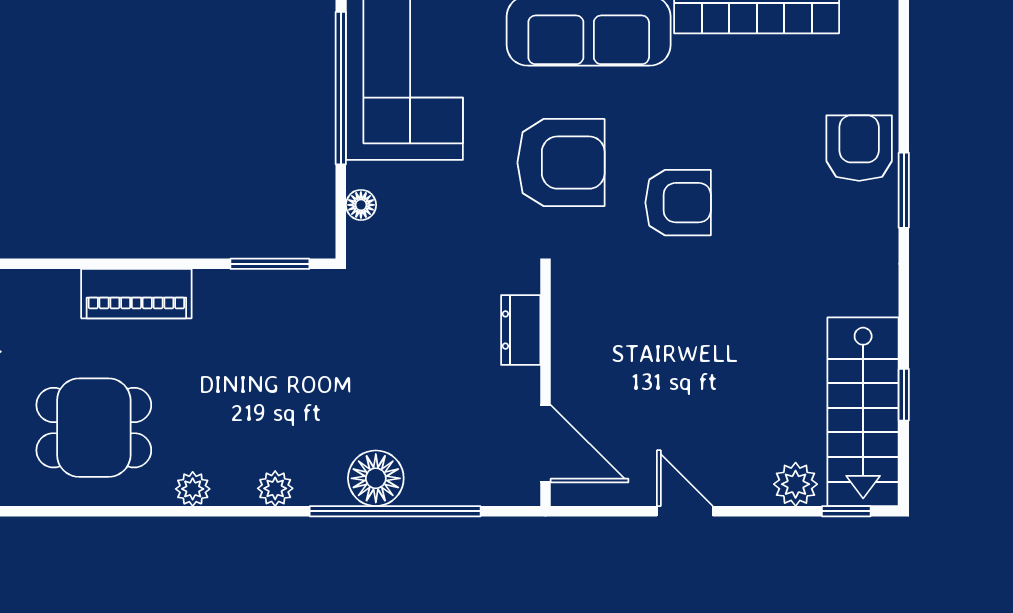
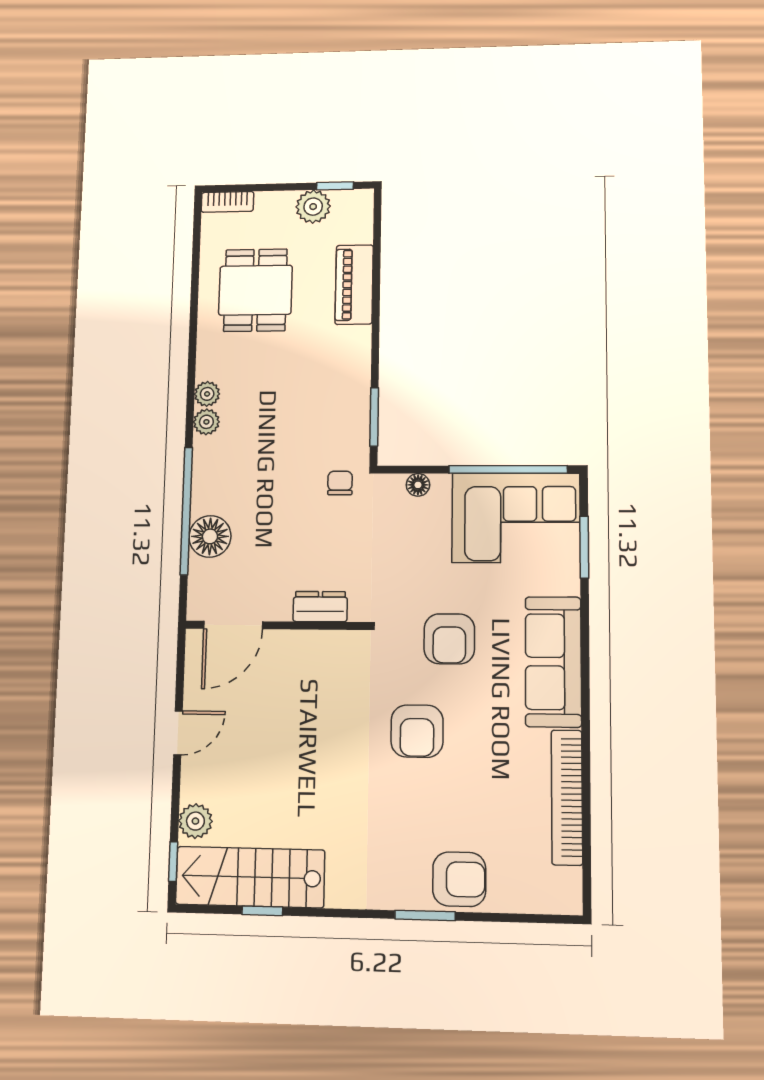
armchair: (561, 163) -> (449, 639), width x0.73, depth x0.73
piano: (136, 294) -> (354, 285), moved
chair: (358, 307) -> (340, 483), added
floor lamp: (376, 478) -> (210, 536), moved
plant: (193, 489) -> (207, 394), moved

